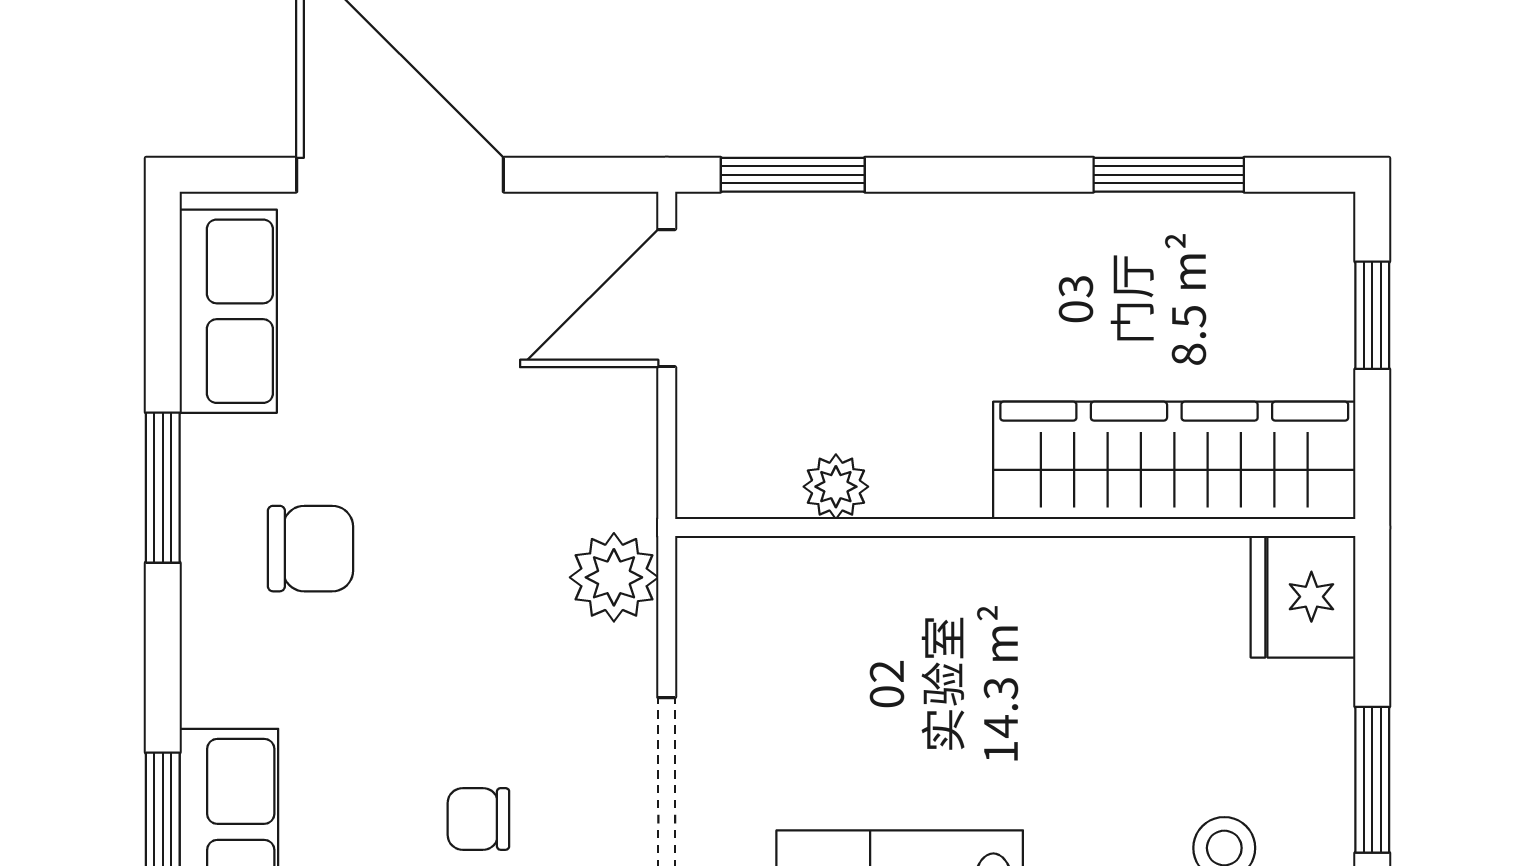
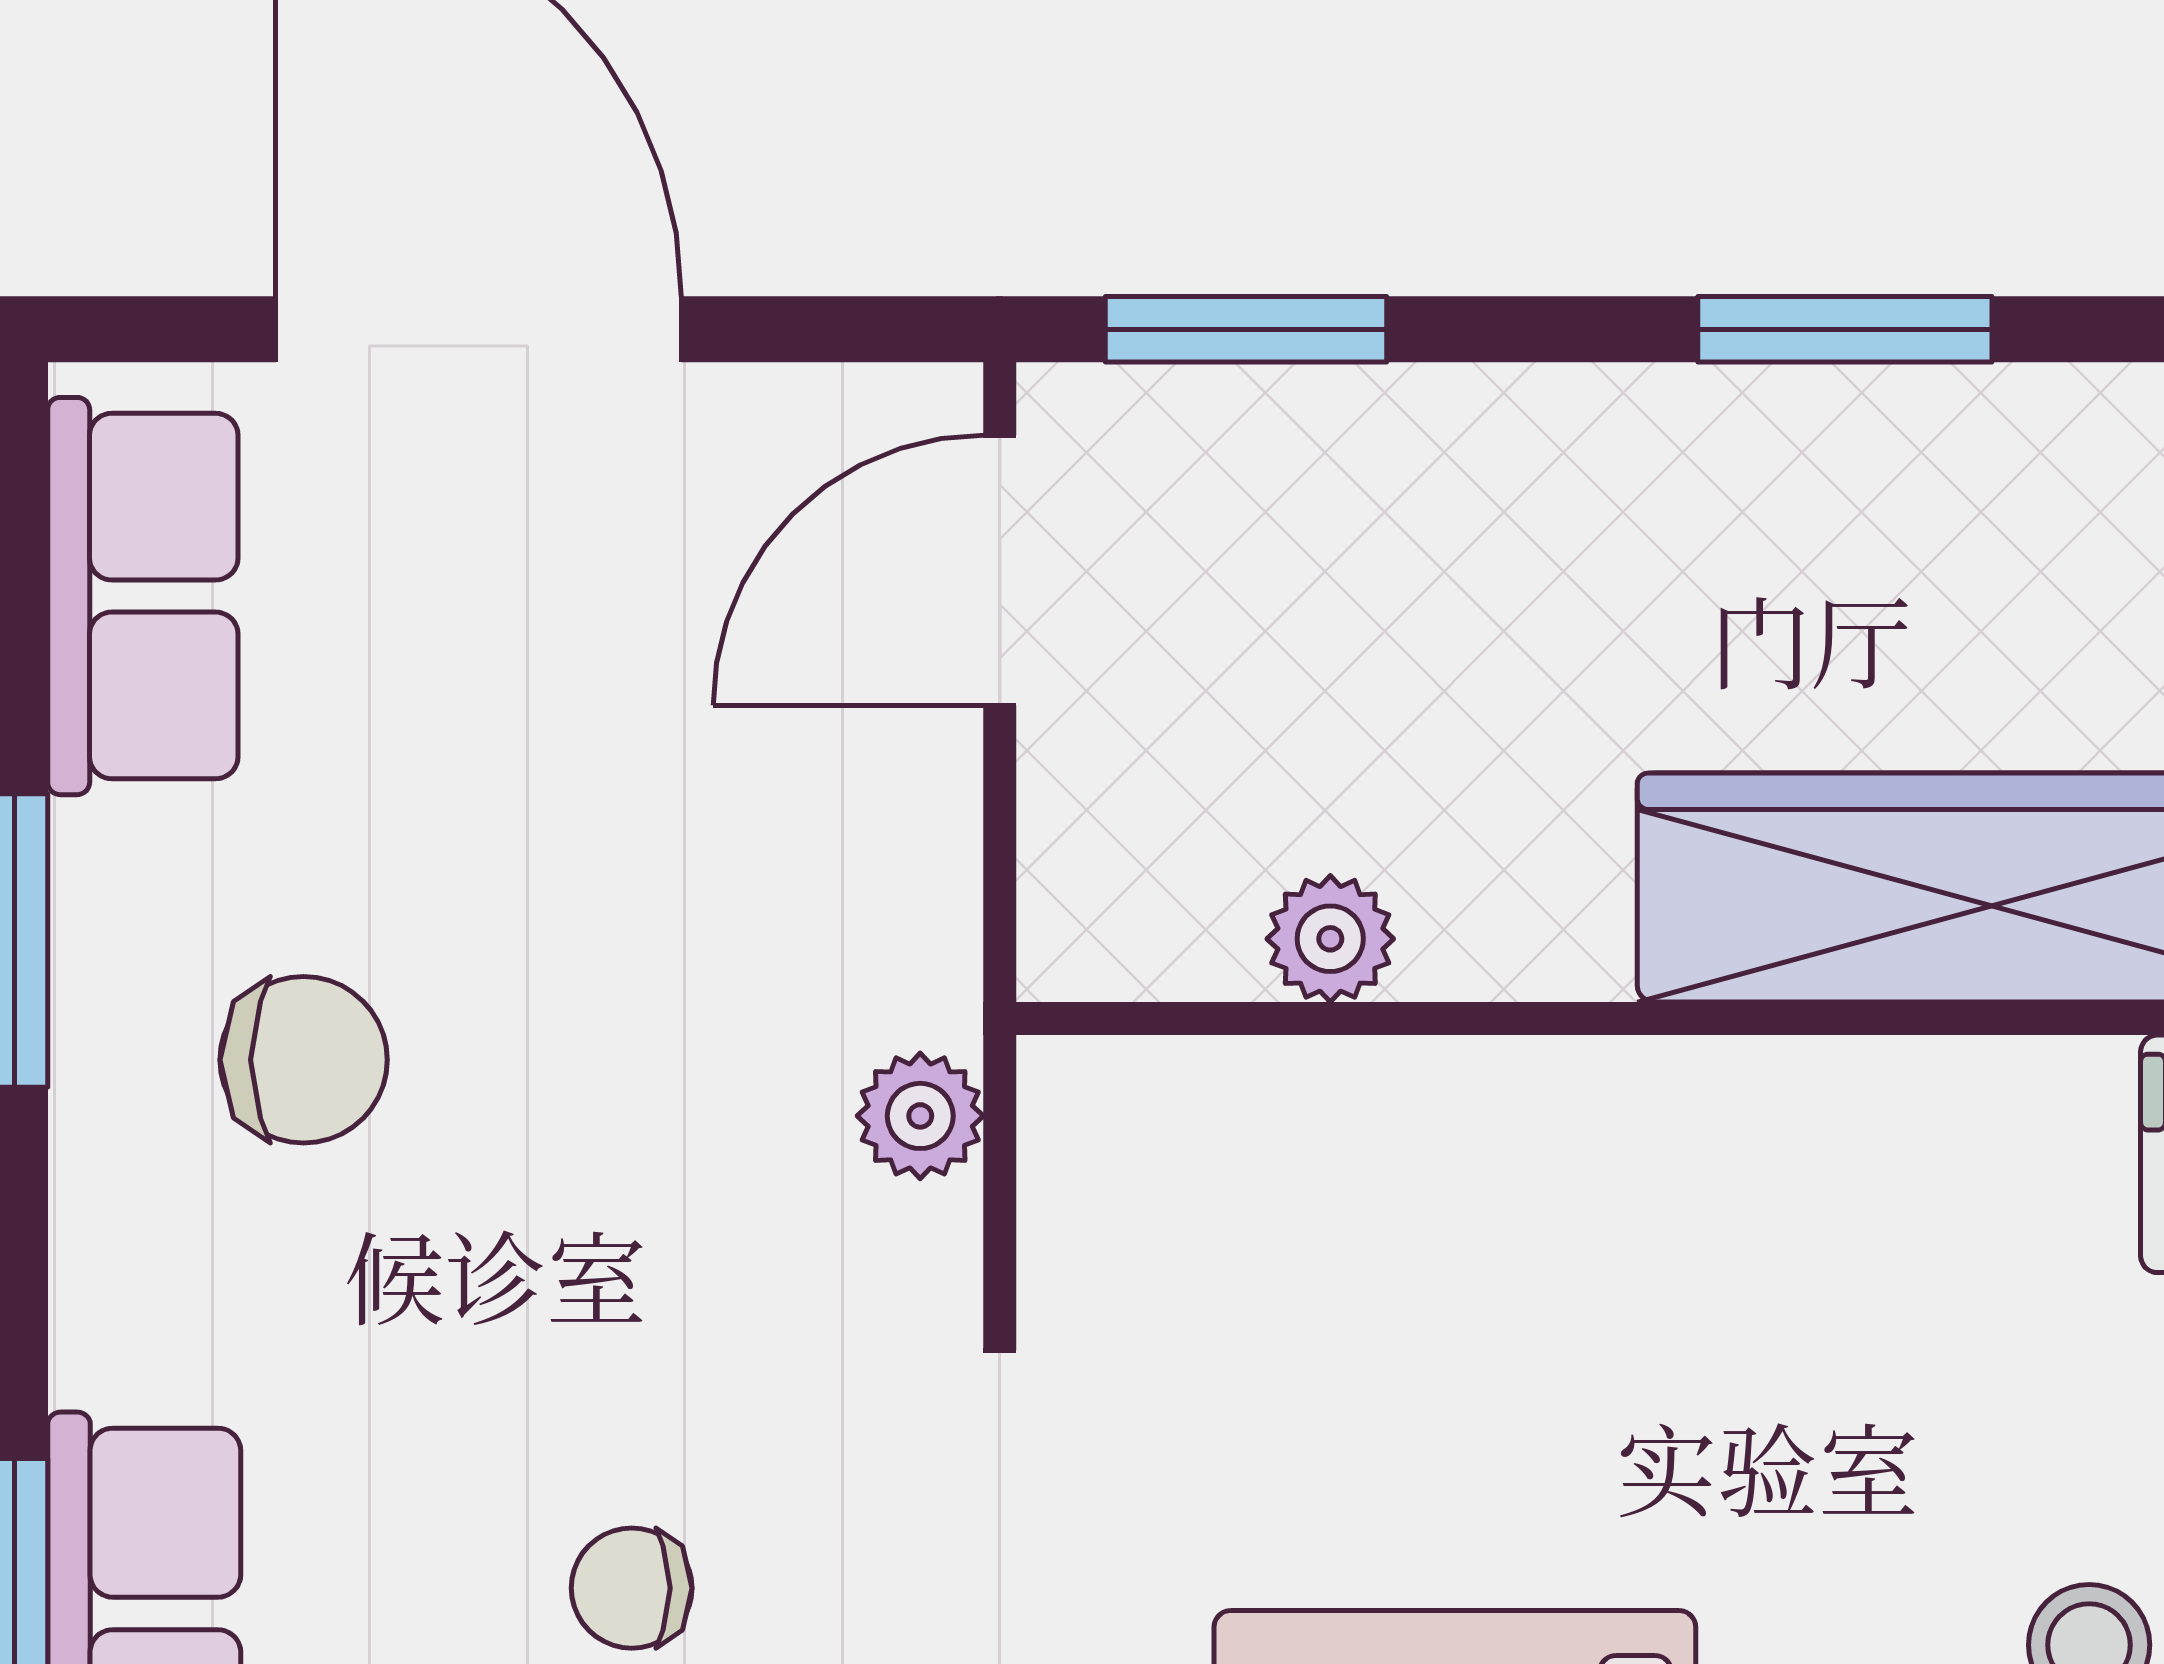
window: (1169, 175) -> (1845, 329), moved
plant: (614, 577) -> (920, 1116), width x0.73, depth x0.73

